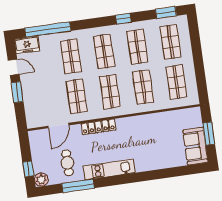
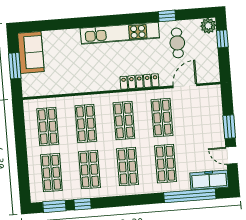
window: (123, 19) -> (83, 204), moved
freezer: (27, 45) -> (209, 180), width x1.40
kitchen unit: (109, 169) -> (120, 33), width x1.36
window: (78, 186) -> (167, 16), width x0.46

